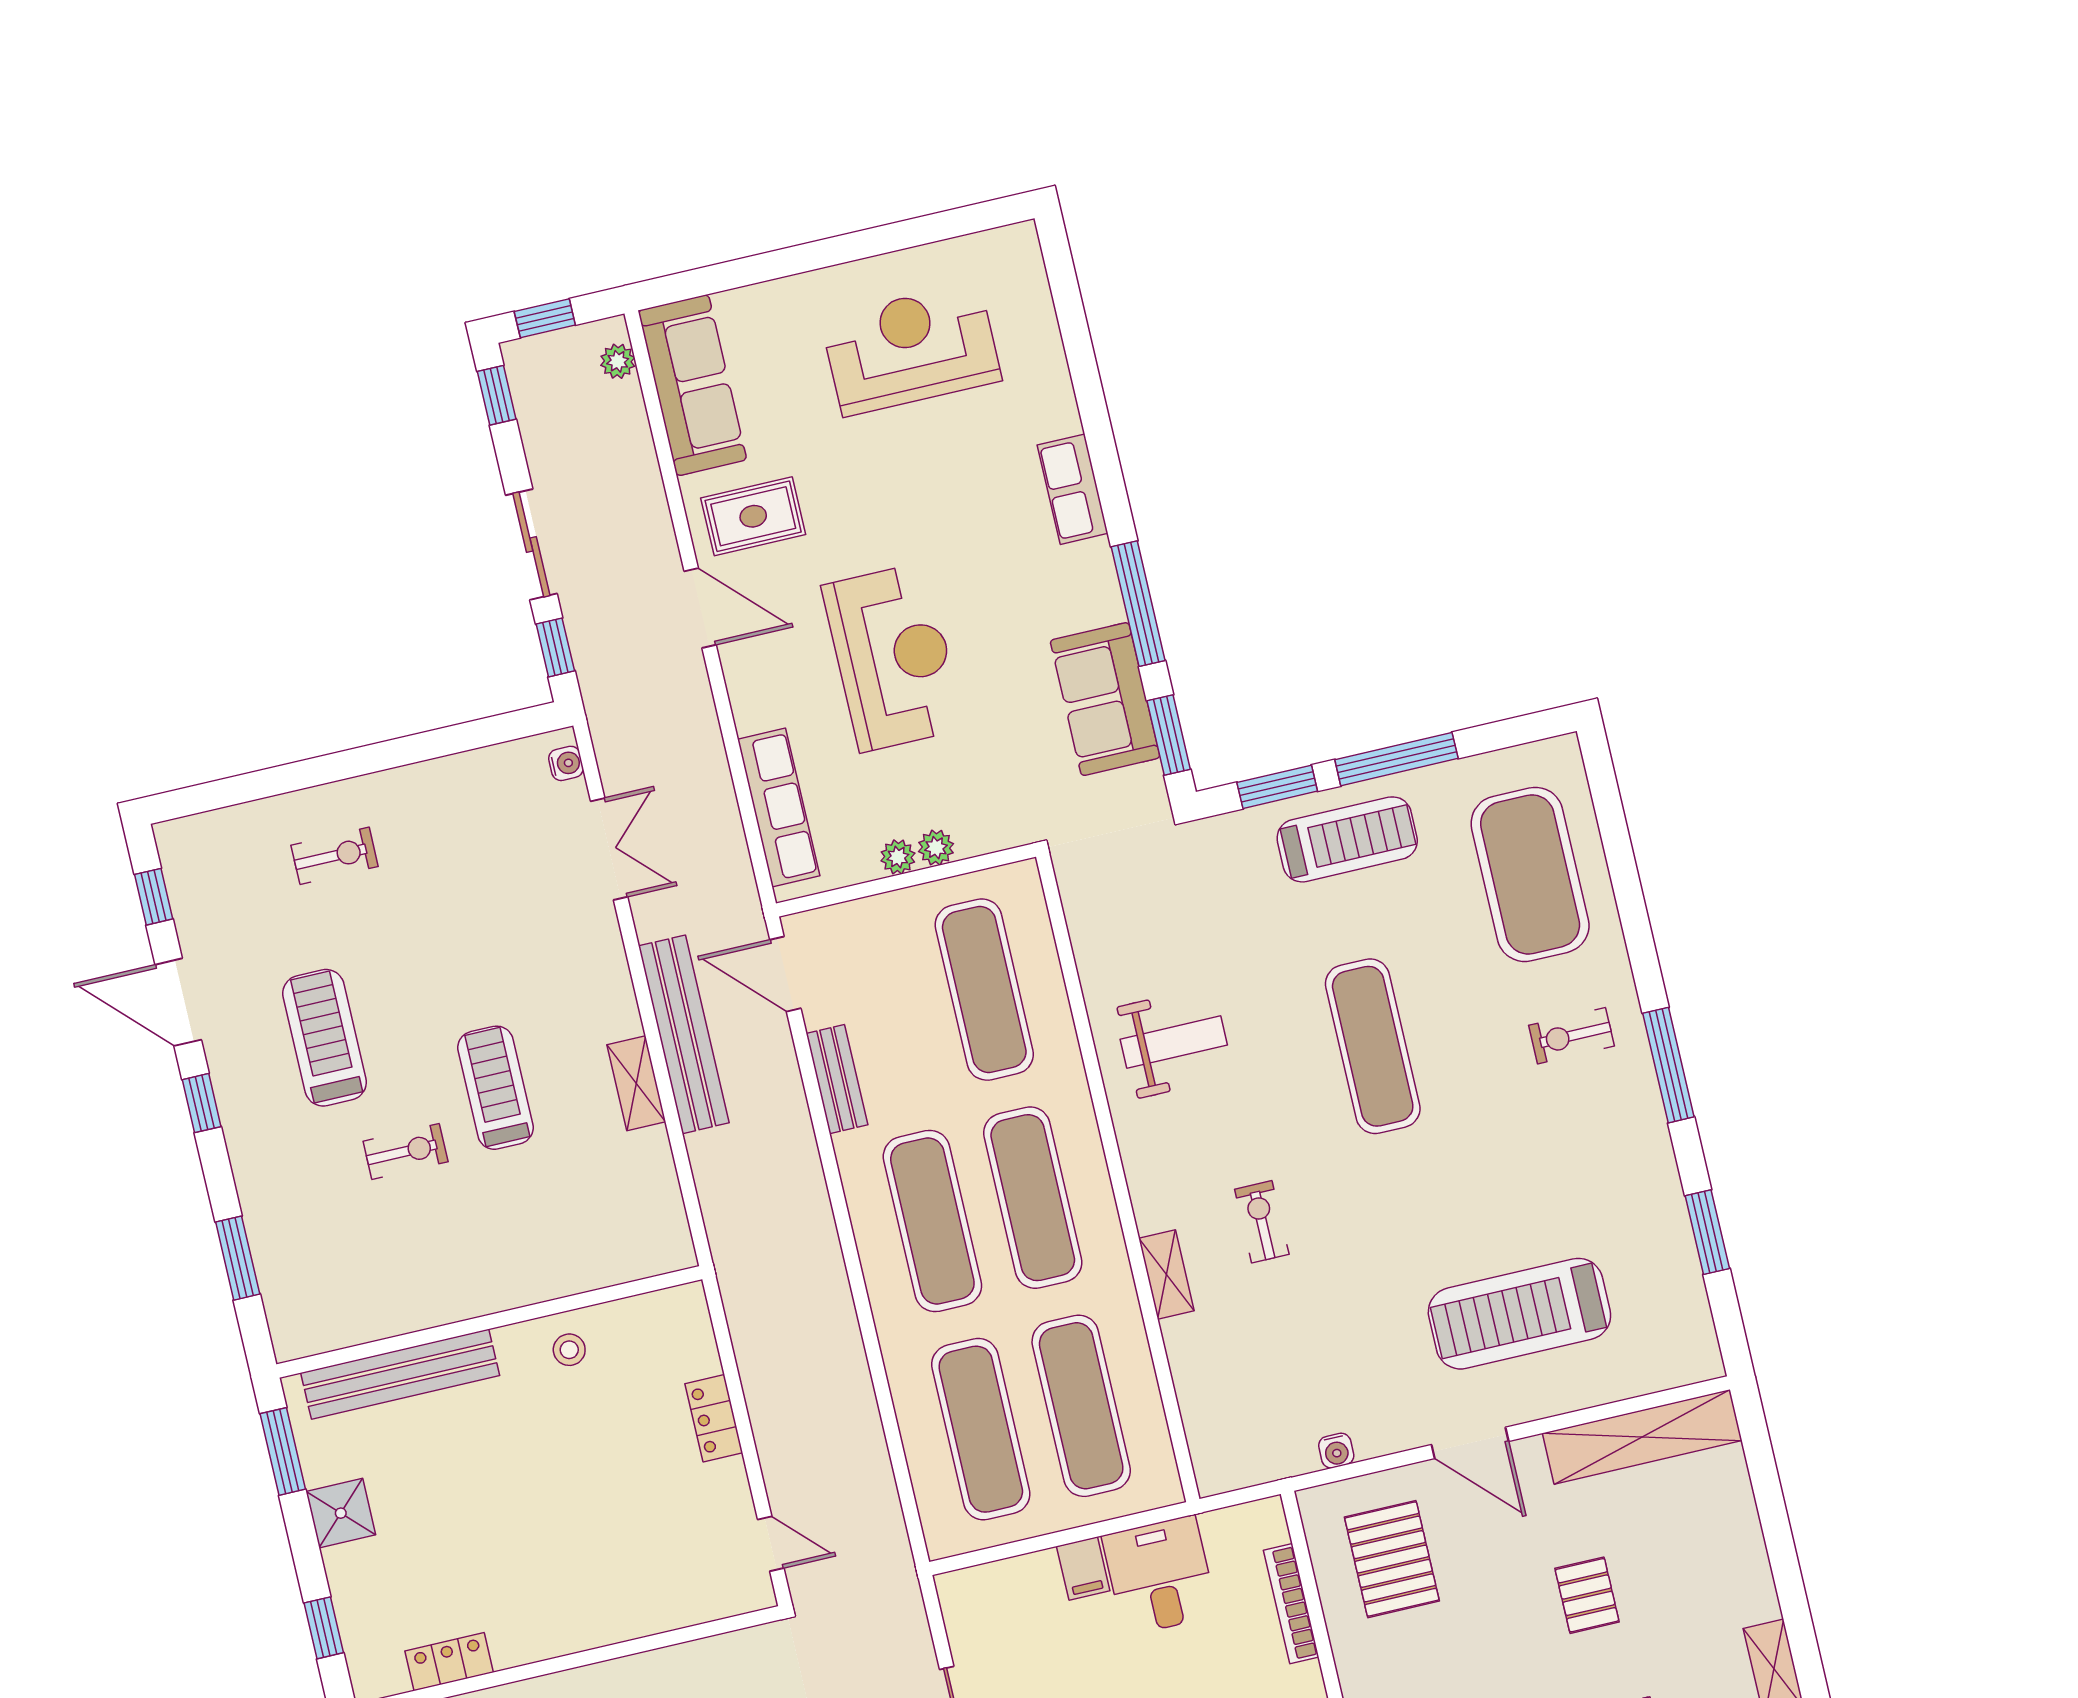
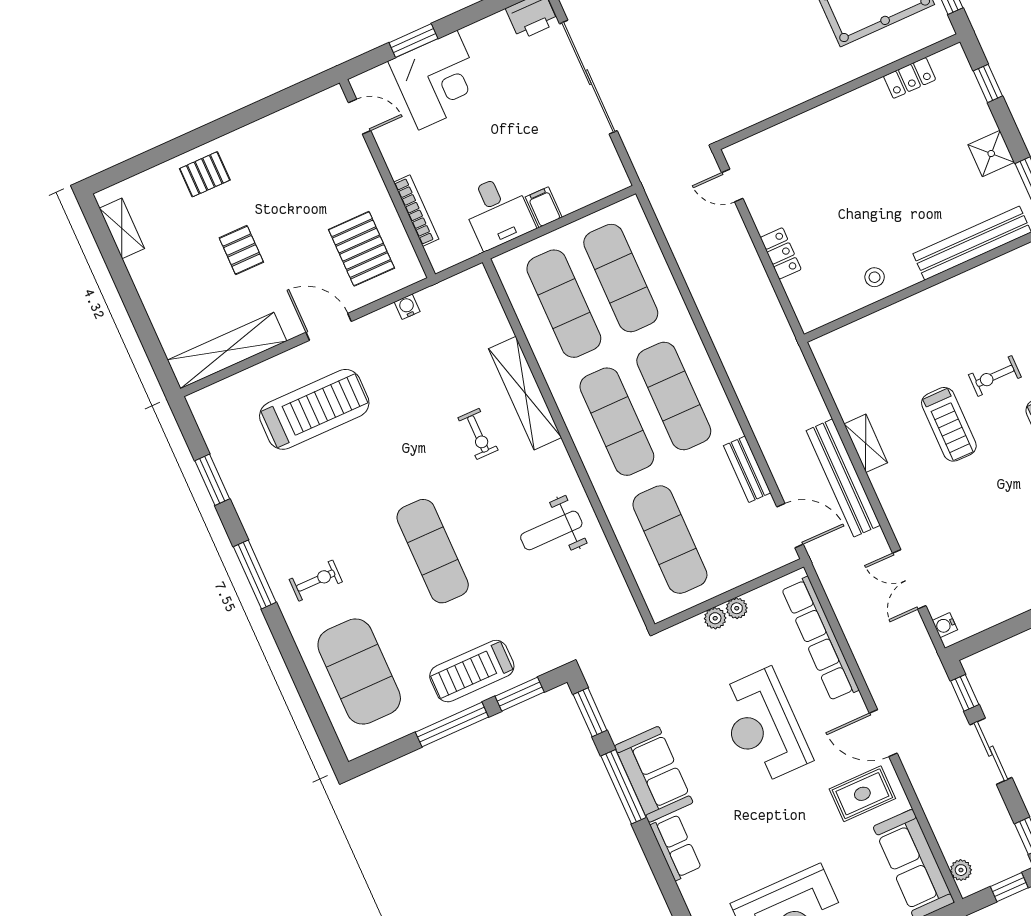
sofa: (1105, 699) -> (654, 774), moved
row of seats: (779, 808) -> (820, 639), width x1.36
shelving: (1166, 1274) -> (525, 393), width x2.20, depth x1.33

